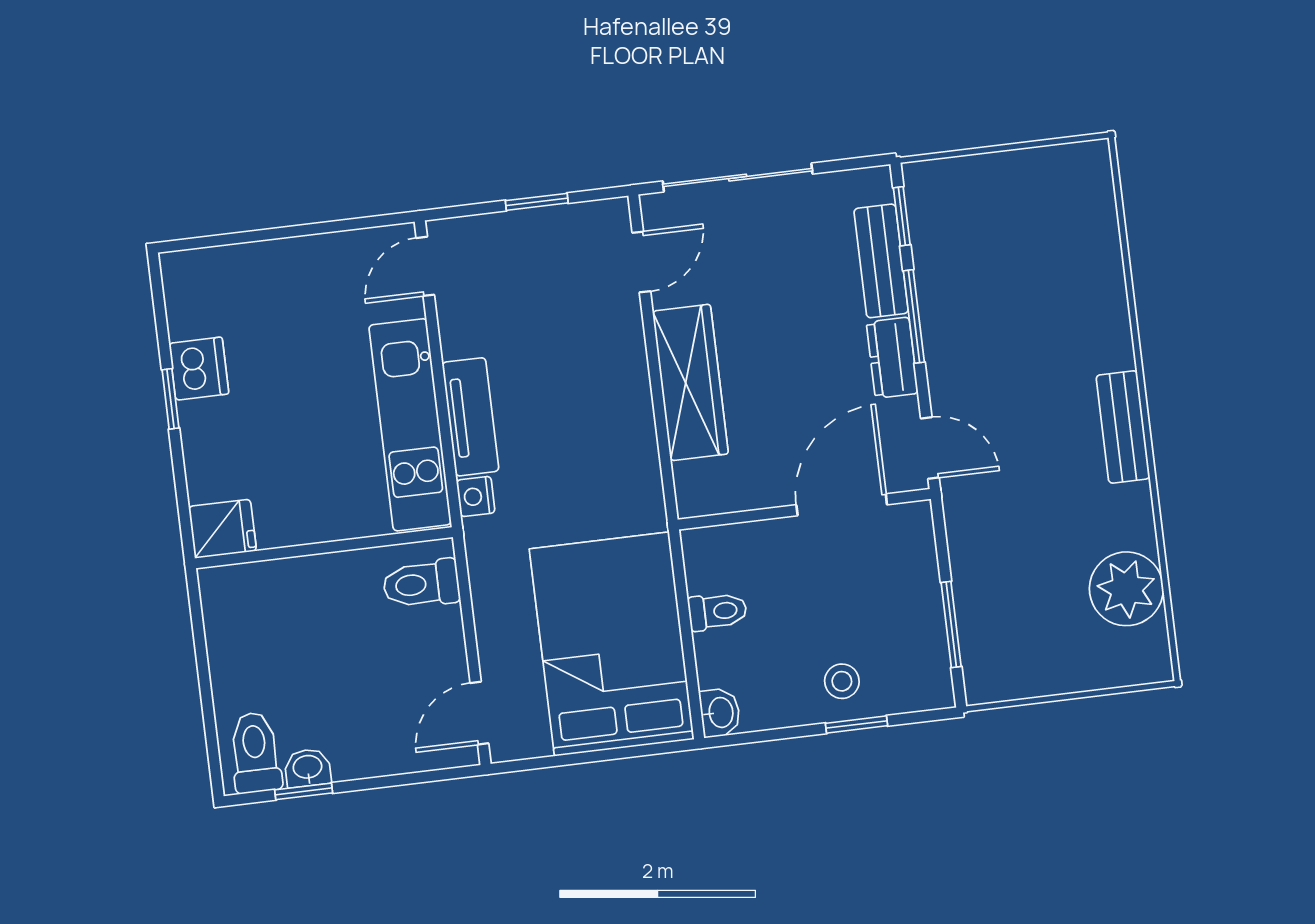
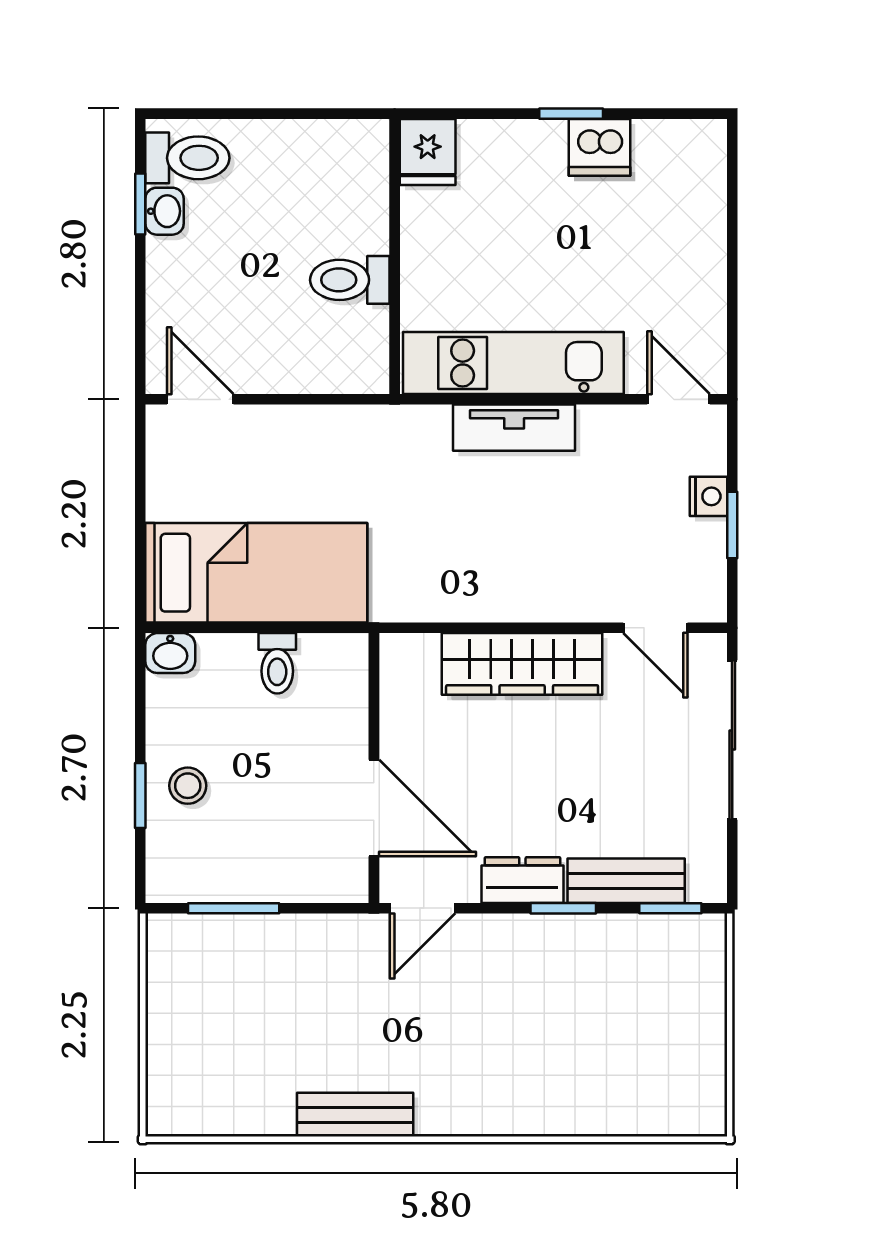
window: (914, 316) -> (563, 908), width x0.67
bench: (1123, 427) -> (355, 1115), moved
nightstand: (476, 496) -> (708, 496), moved, turned 90
toilet: (421, 584) -> (350, 280), moved, turned -90
plant: (1126, 589) -> (249, 1098), removed
bed: (612, 644) -> (256, 573), width x0.67

